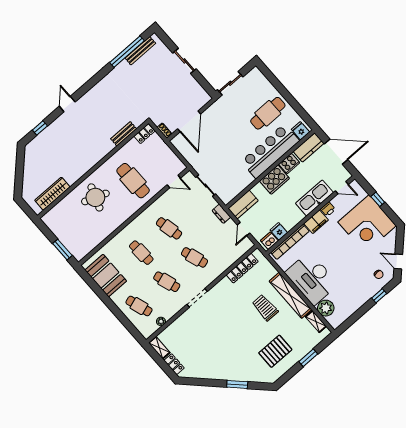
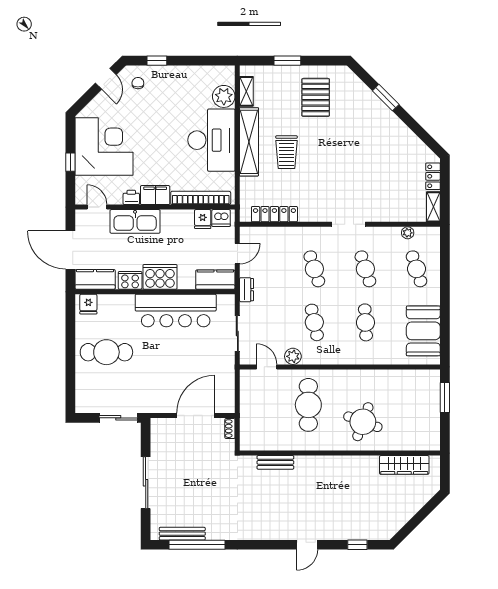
sliding door: (184, 61) -> (146, 483), width x1.37
locker: (144, 134) -> (254, 444), removed
bar counter: (270, 151) -> (176, 311), moved
plant: (165, 200) -> (293, 356), added
pallet: (275, 351) -> (316, 97), turned 90

